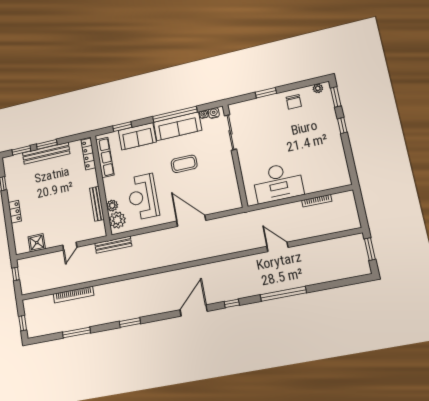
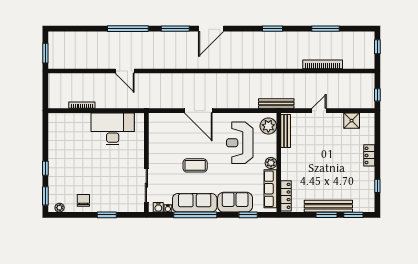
reception desk: (143, 197) -> (240, 143), turned 180
bench: (97, 204) -> (286, 131), moved
plant: (112, 206) -> (271, 163), moved
window: (232, 303) -> (175, 29), width x2.17

